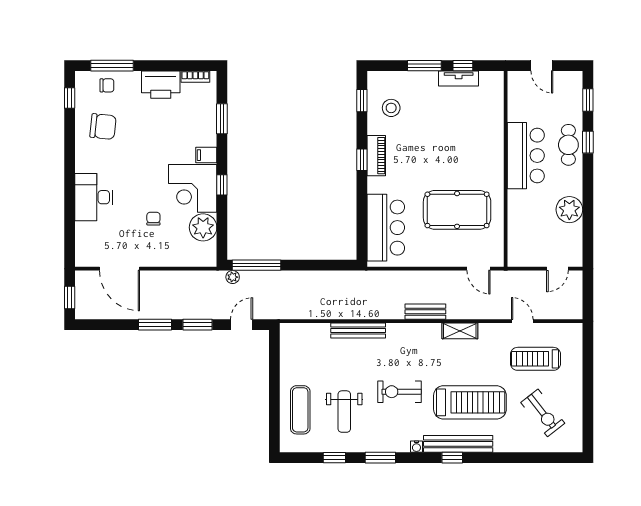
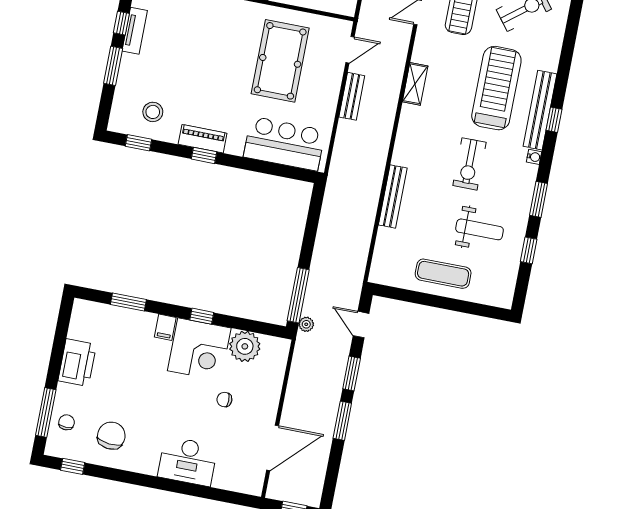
bookcase: (195, 77) -> (76, 322), removed
bench: (425, 312) -> (352, 96), moved
exercise mat: (300, 410) -> (443, 274), moved

